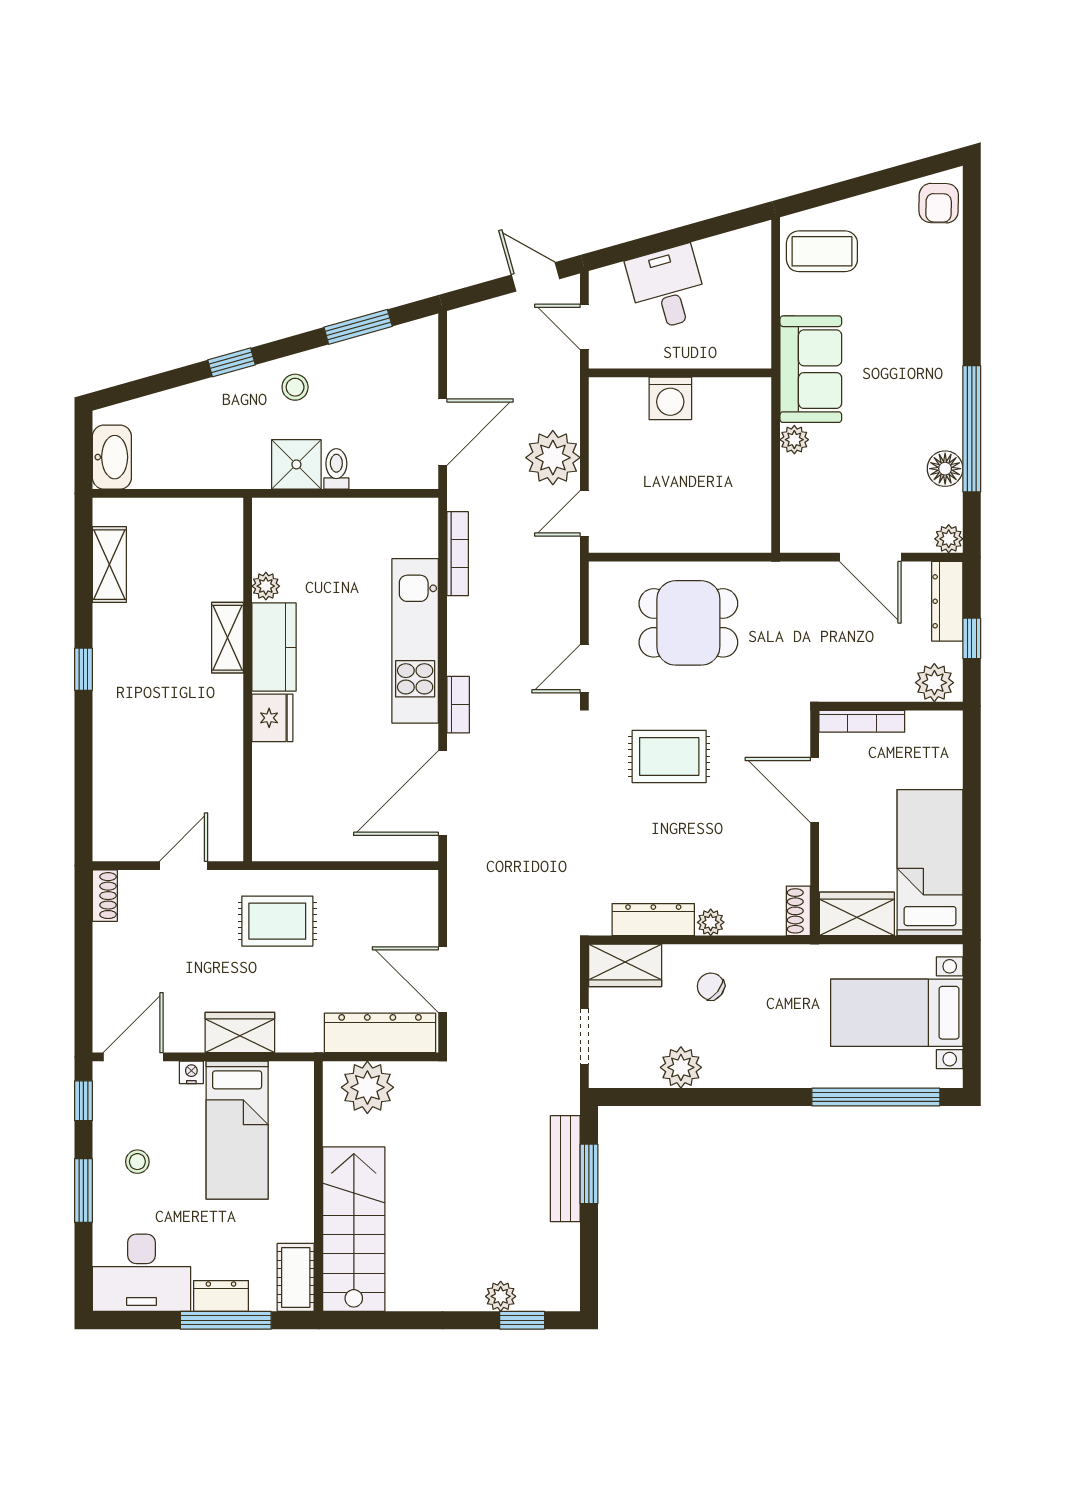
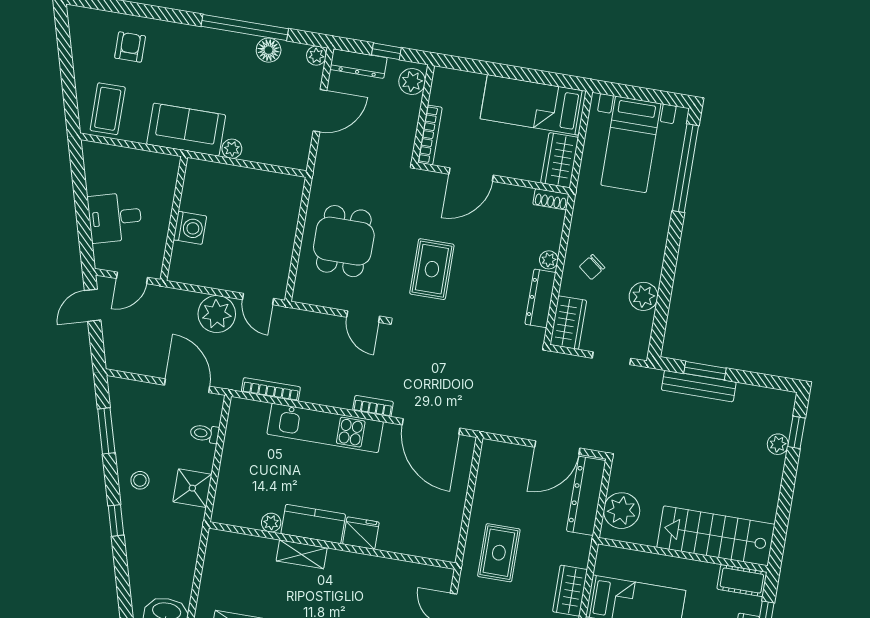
armchair: (939, 203) -> (130, 47), moved, turned -91
toilet: (336, 469) -> (205, 433), moved

